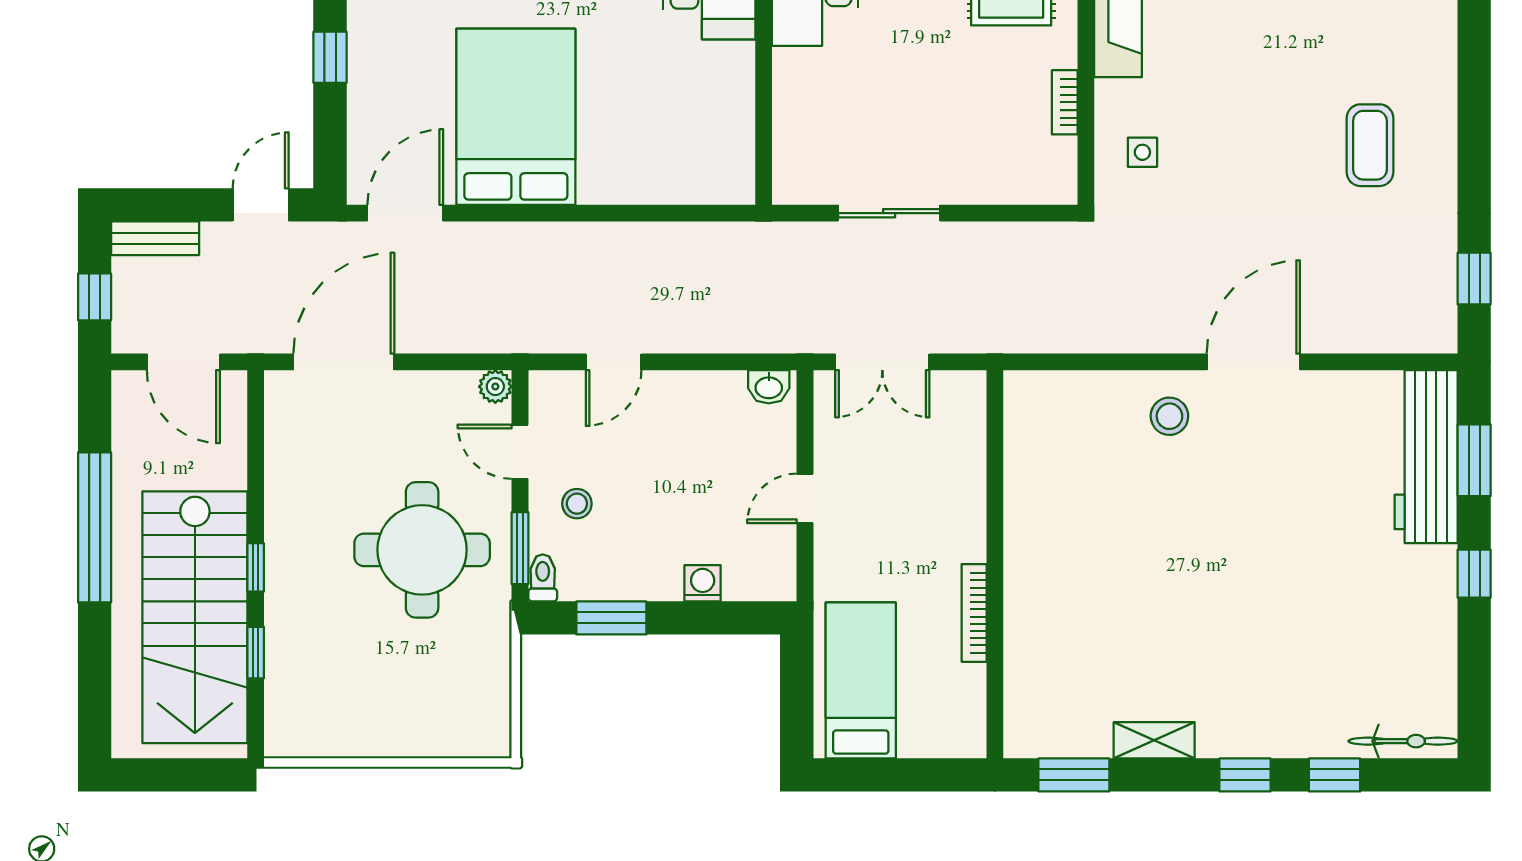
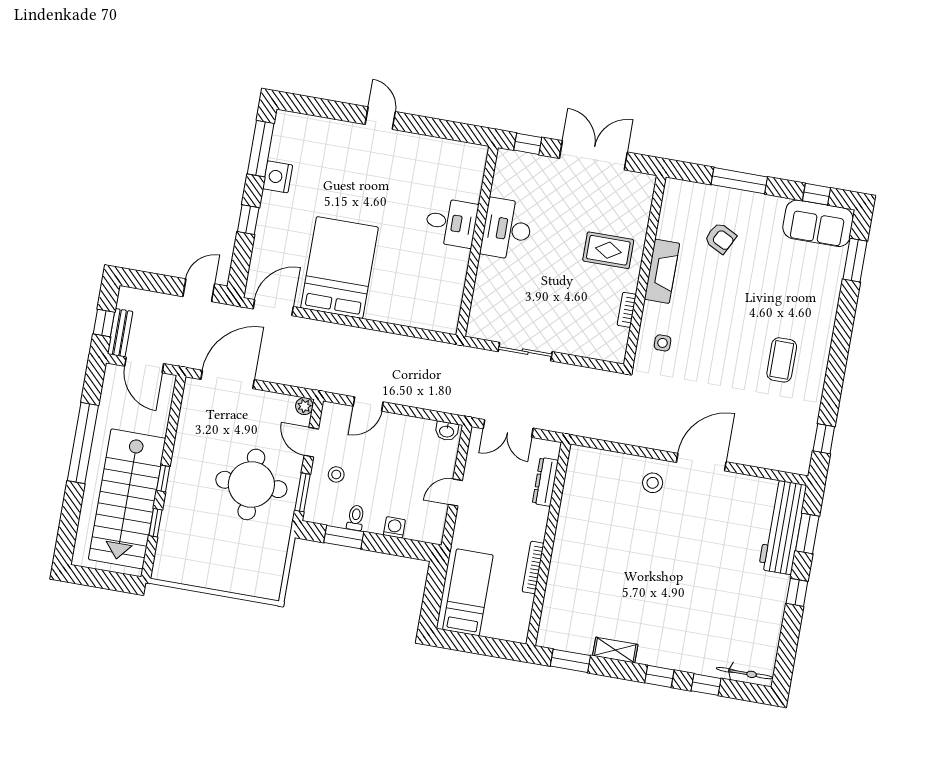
bench: (155, 238) -> (120, 333), moved, turned 90
dresser: (969, 449) -> (545, 482), added
toilet: (543, 578) -> (356, 518), moved

